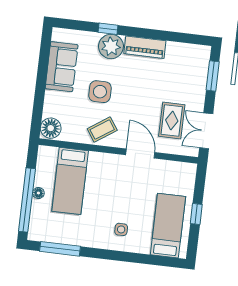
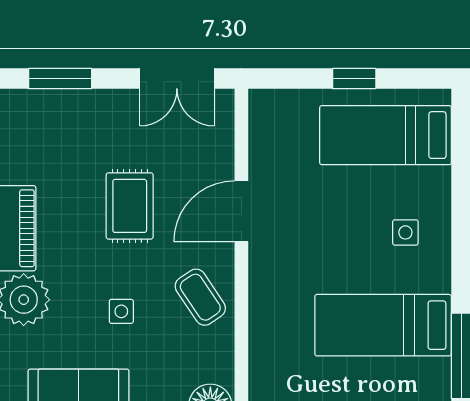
side table: (100, 92) -> (121, 311), width x0.54, depth x0.54
rug: (172, 120) -> (130, 206), moved, turned 90
bed: (70, 181) -> (383, 325), moved, turned 180

